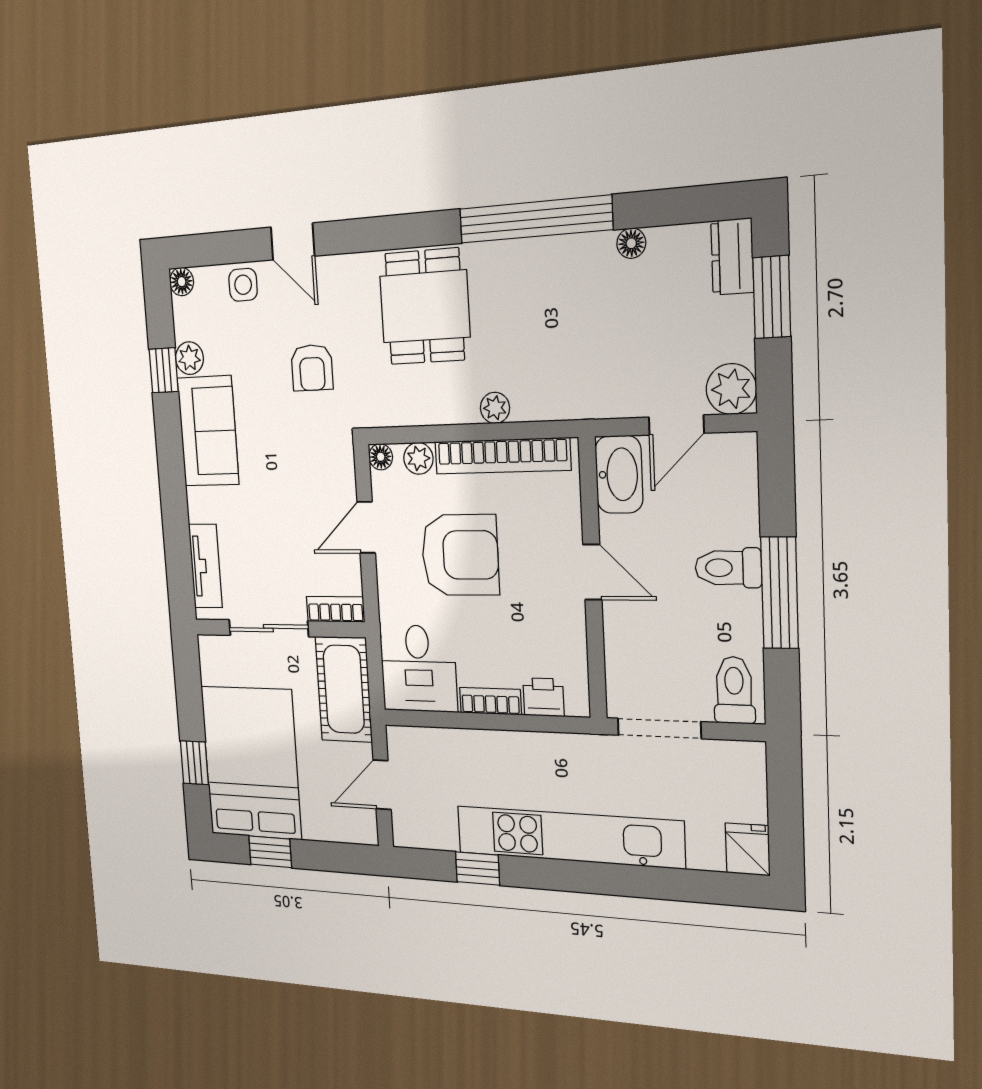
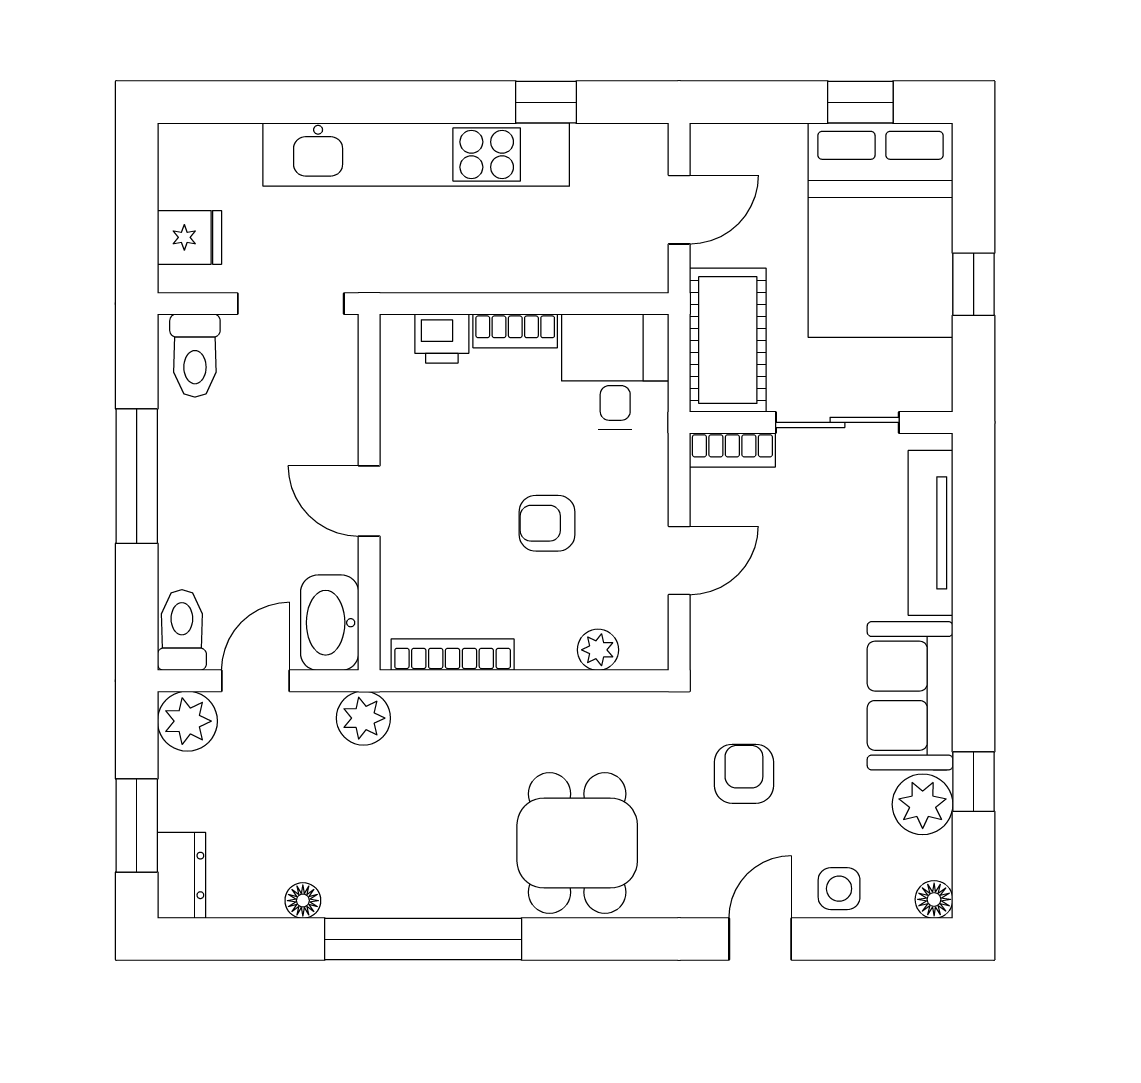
door: (293, 242) -> (760, 939), hinge flipped
plant: (189, 358) -> (923, 804), width x1.38, depth x1.38
plant: (495, 408) -> (363, 718), moved, width x1.38, depth x1.38
bookcase: (502, 456) -> (453, 655), width x0.68, depth x0.76
floor lamp: (381, 457) -> (652, 653), removed
armchair: (460, 555) -> (547, 523), width x0.53, depth x0.53
tv unit: (205, 566) -> (931, 533), width x1.41
toilet: (728, 568) -> (182, 630), moved, turned -90
window: (194, 763) -> (974, 284), moved
fridge: (748, 849) -> (189, 237), moved, turned -90

